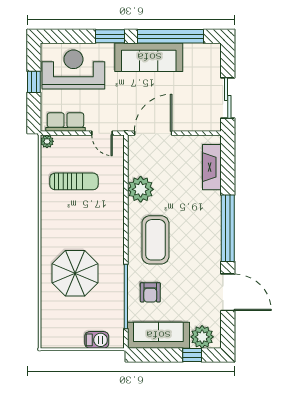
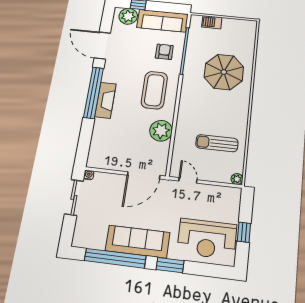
row of seats: (65, 122) -> (219, 193), removed
water cooler: (216, 126) -> (89, 175), added
fireplace: (212, 167) -> (105, 100), moved

